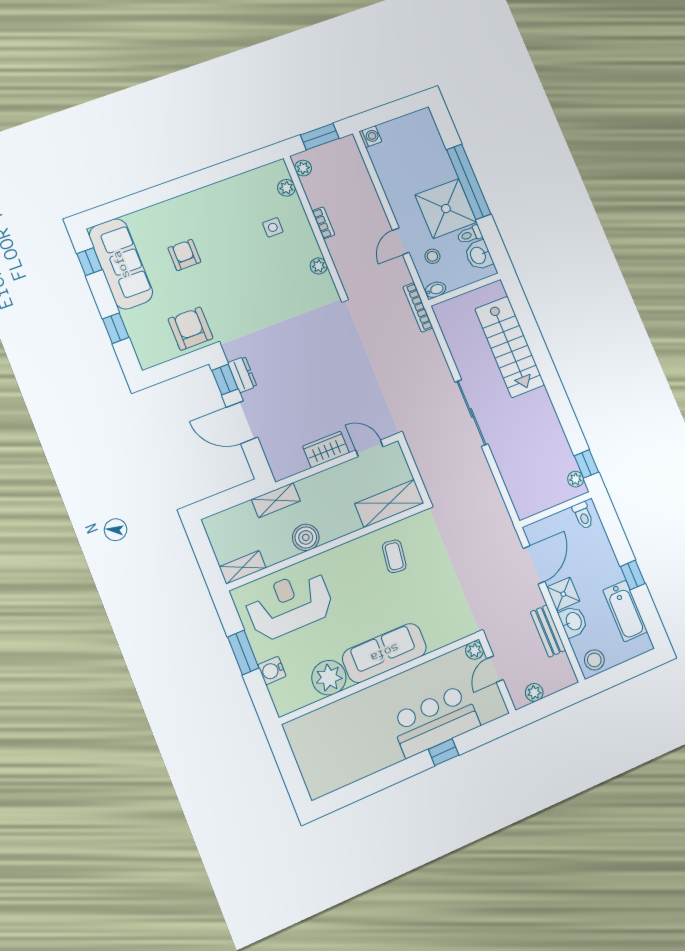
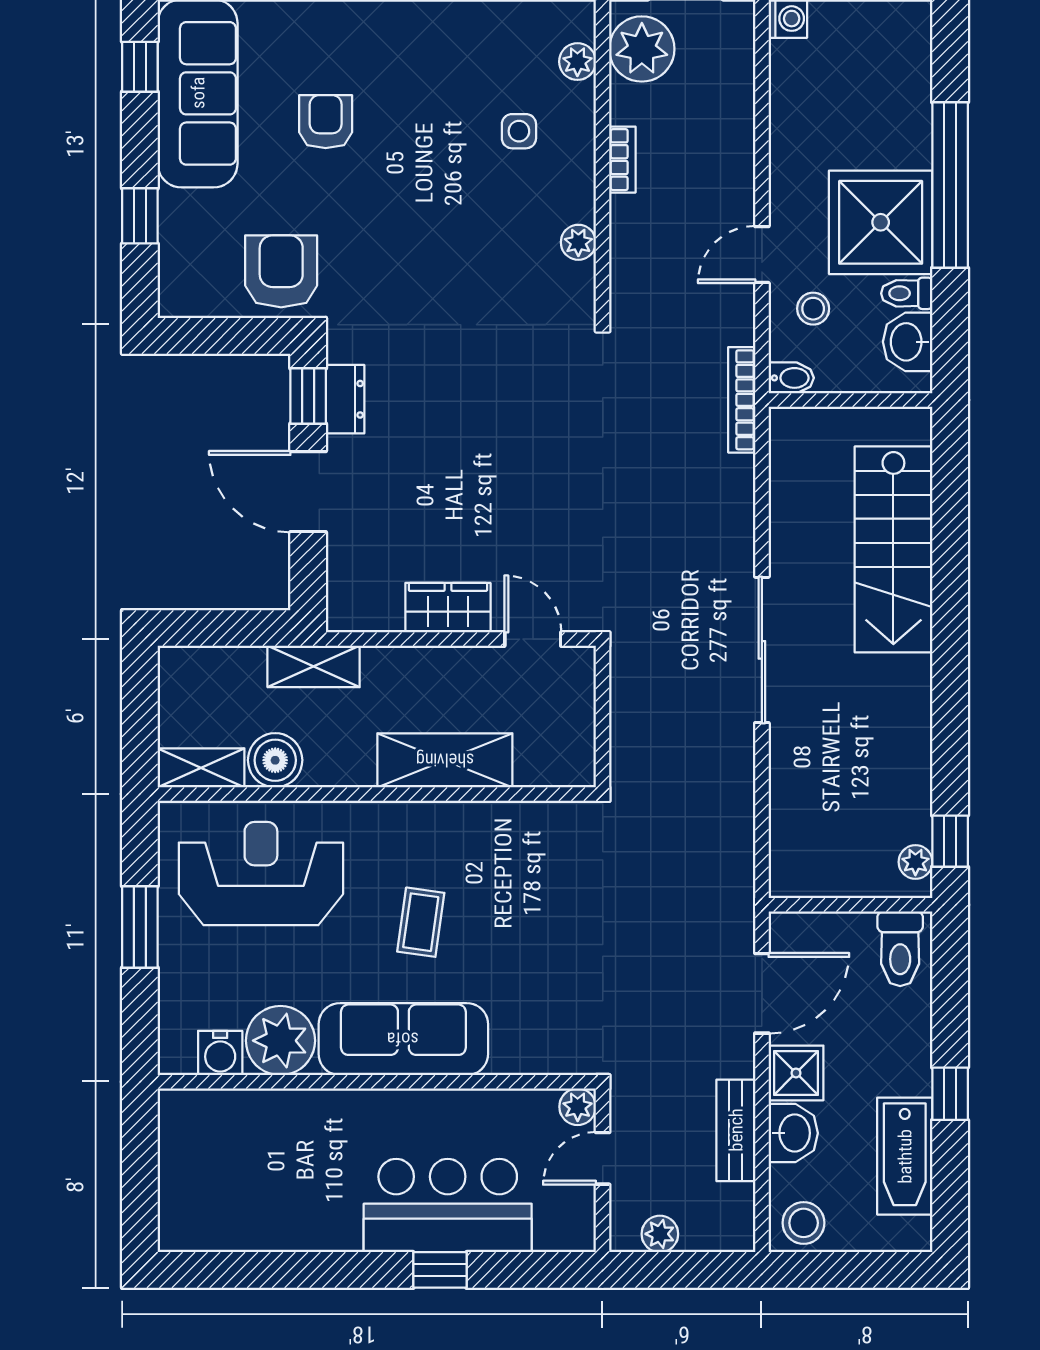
plant: (303, 168) -> (642, 49), width x1.88, depth x1.88
shelving: (389, 503) -> (445, 760), moved
toilet: (583, 515) -> (900, 949), width x1.37, depth x1.39
boiler: (306, 537) -> (275, 760), moved
coffee table: (394, 556) -> (421, 922), moved
water cooler: (272, 671) -> (220, 1053), moved, turned -90

